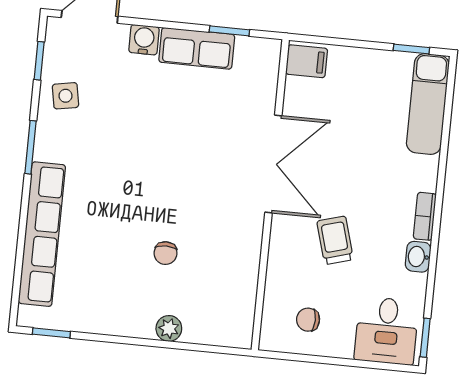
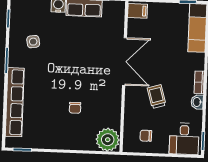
side table: (66, 96) -> (33, 42), moved
plant: (169, 328) -> (108, 140), moved, width x1.88, depth x1.88

